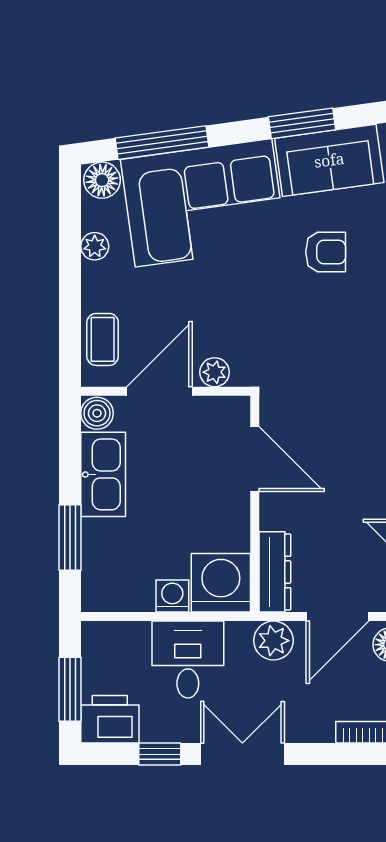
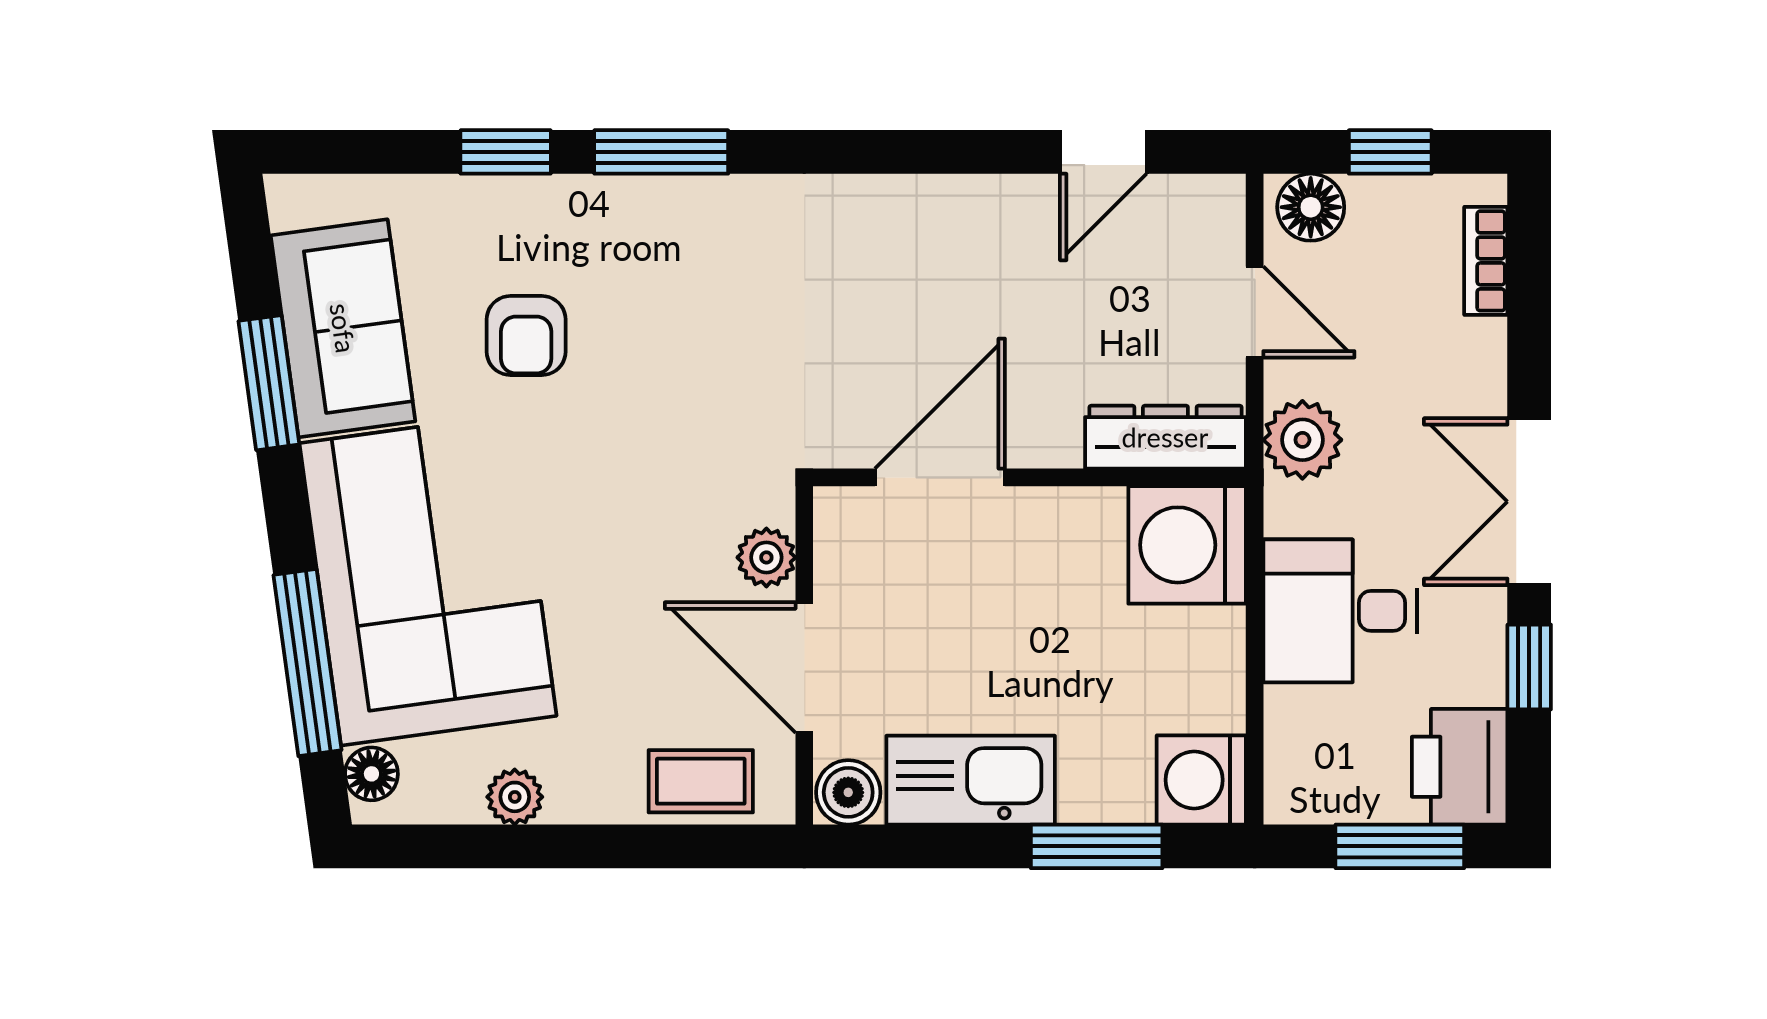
floor lamp: (102, 180) -> (371, 774), width x0.73, depth x0.73
armchair: (326, 252) -> (526, 336), turned 180
washing machine: (172, 596) -> (1201, 780), moved, width x1.38, depth x1.38
door: (337, 617) -> (1255, 312), width x0.73

